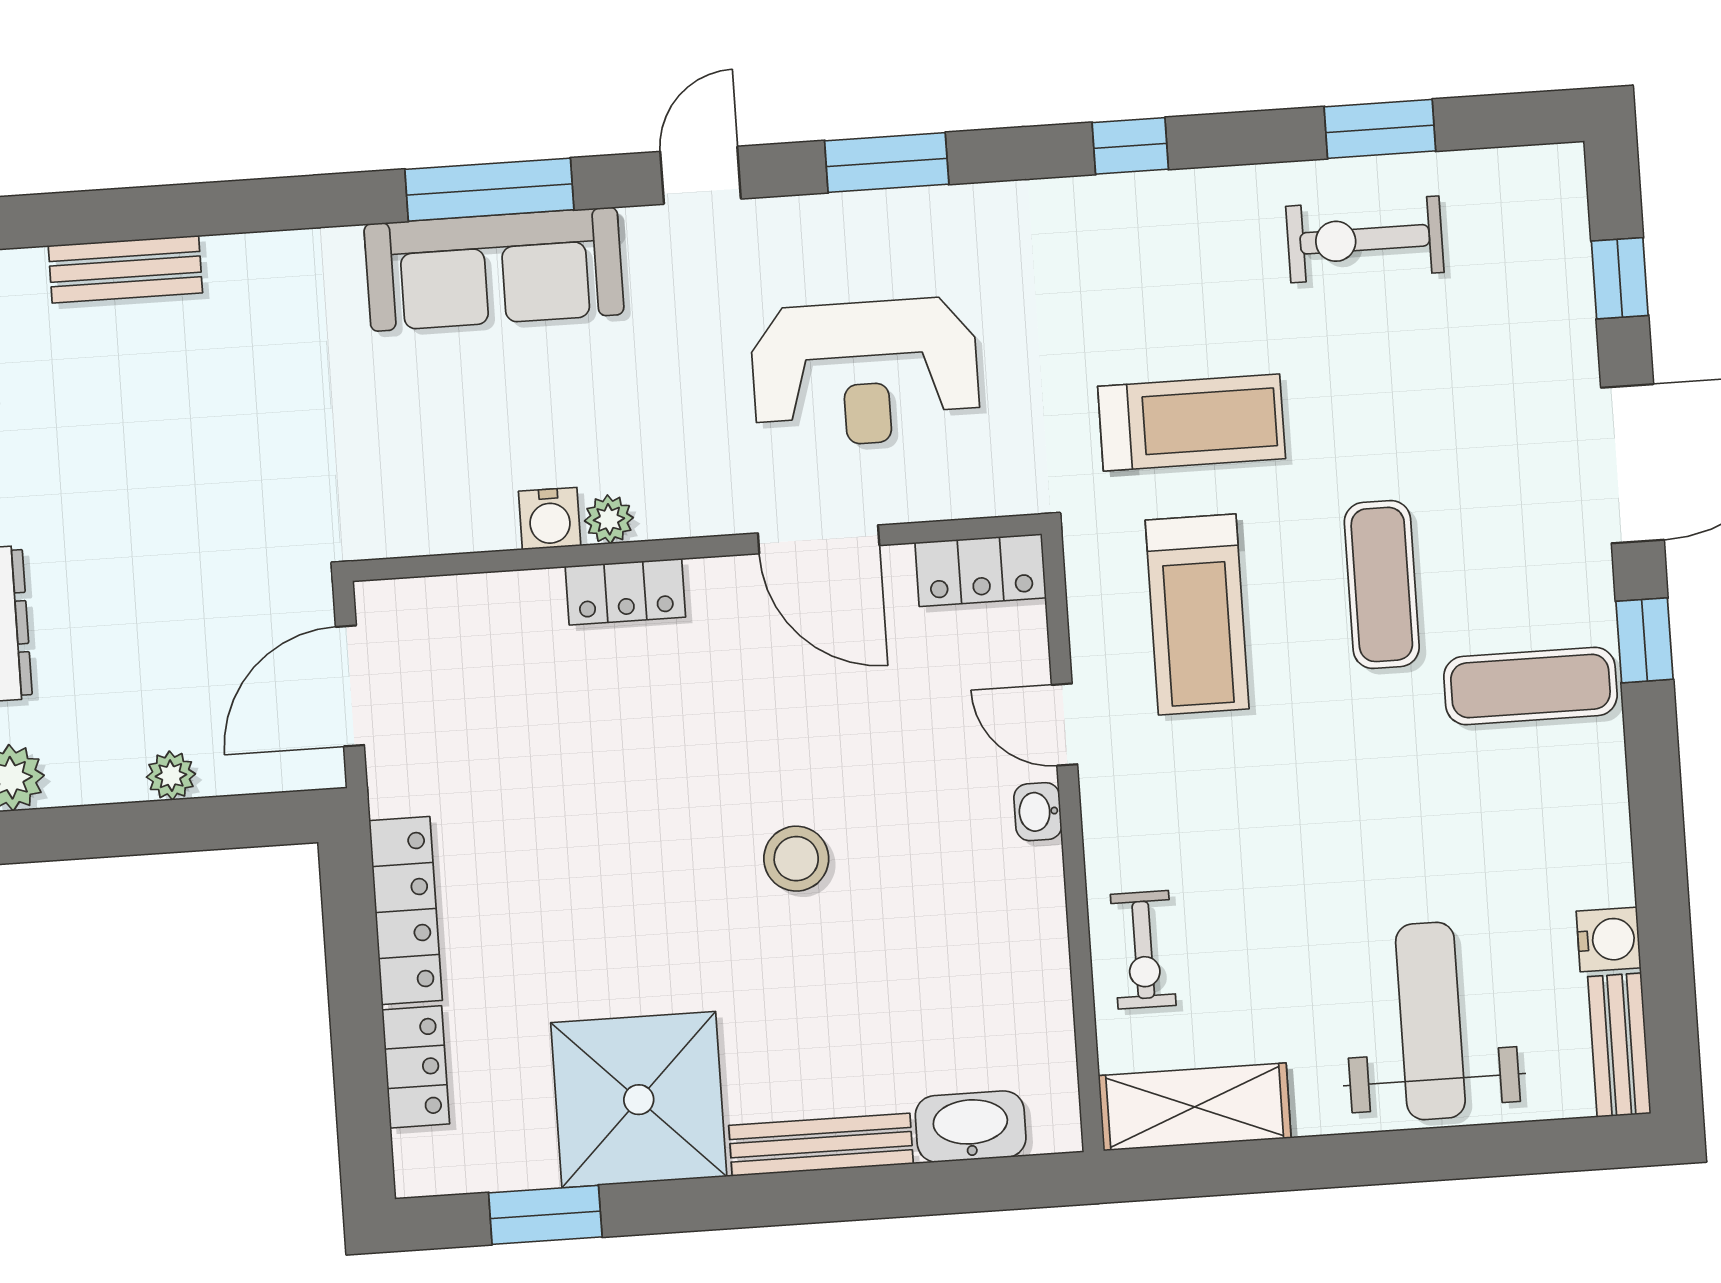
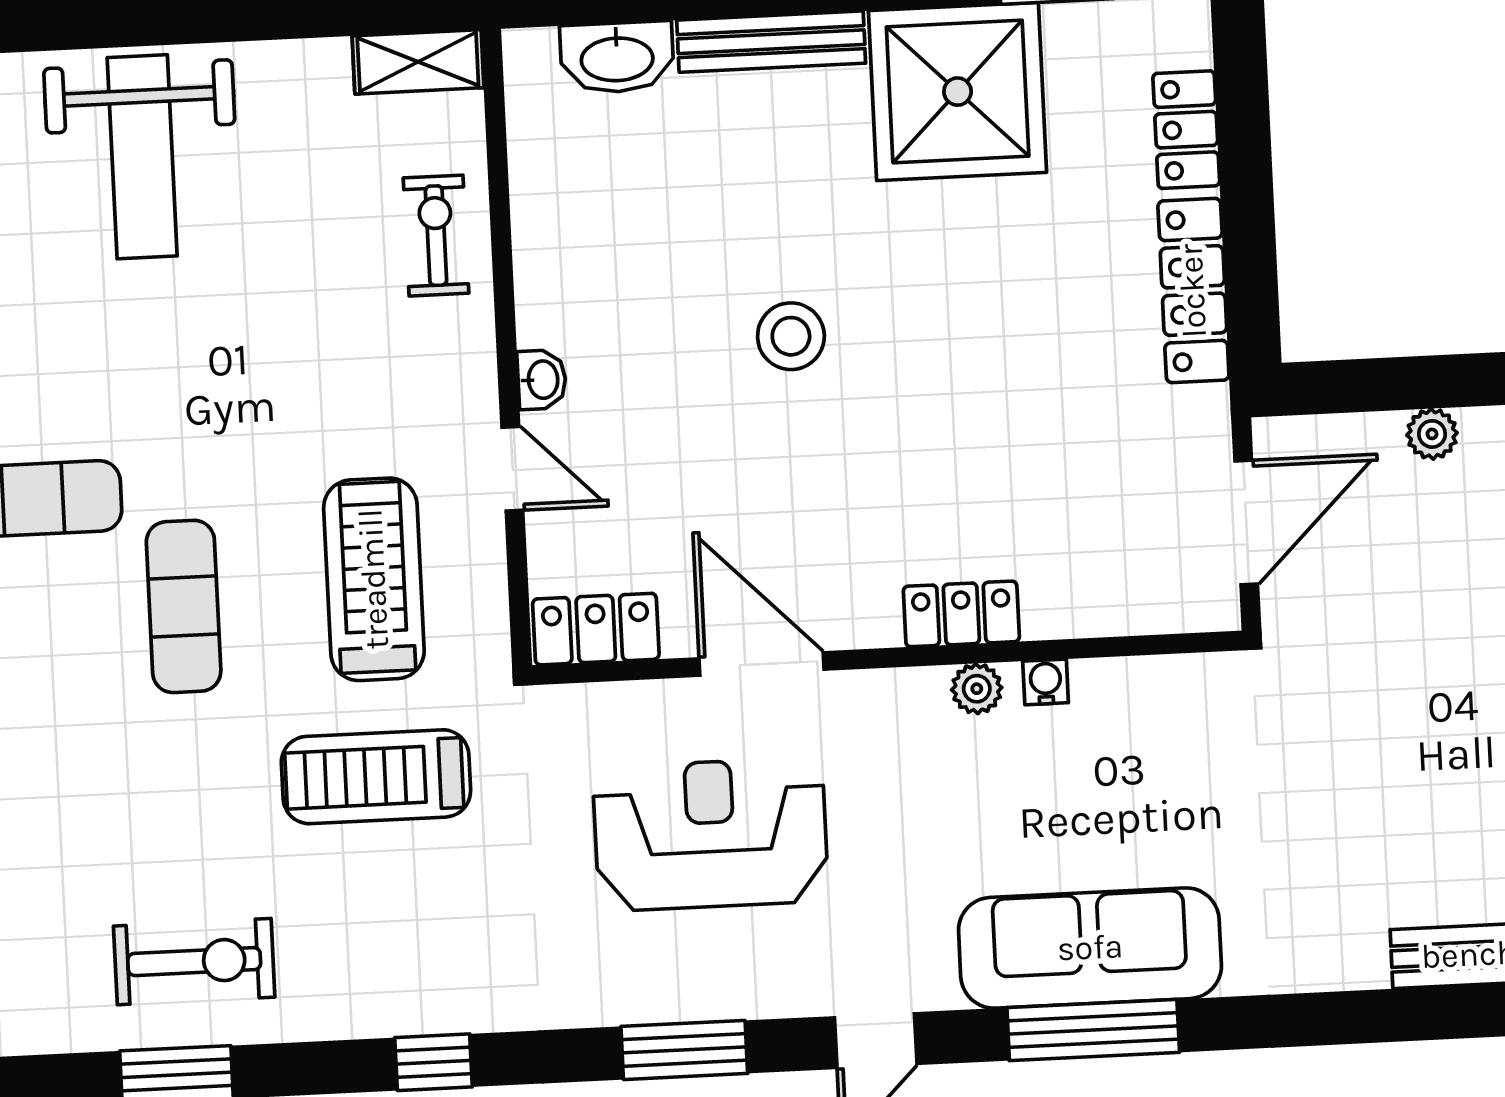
water cooler: (550, 519) -> (1046, 682), width x0.72, depth x0.72
shelving: (1195, 1107) -> (418, 62), width x0.67, depth x0.75

